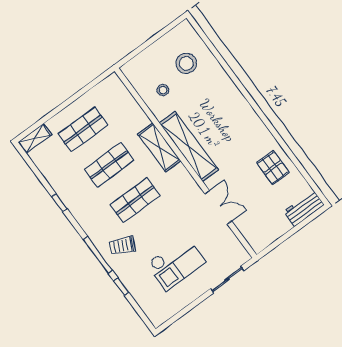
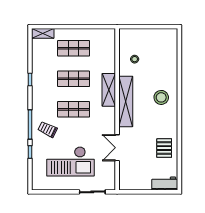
stool: (186, 63) -> (161, 97), moved
double door: (218, 207) -> (117, 148), swing flipped
checkout: (176, 263) -> (70, 161), width x1.36, depth x1.21

